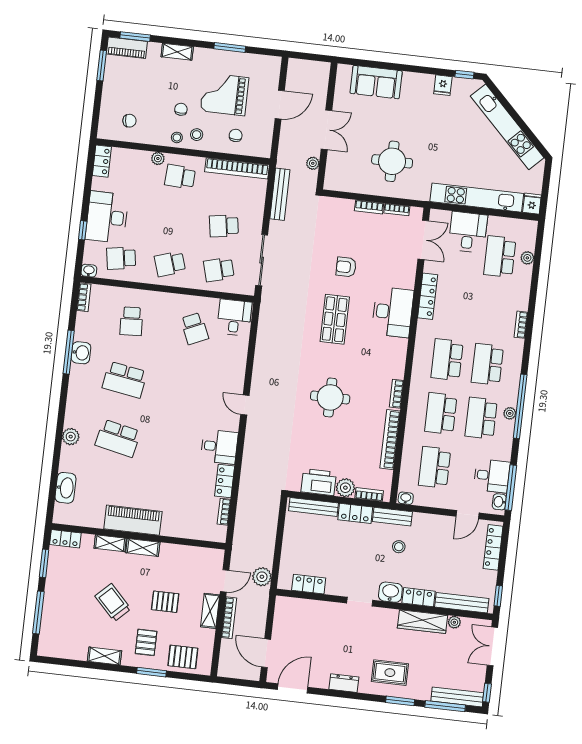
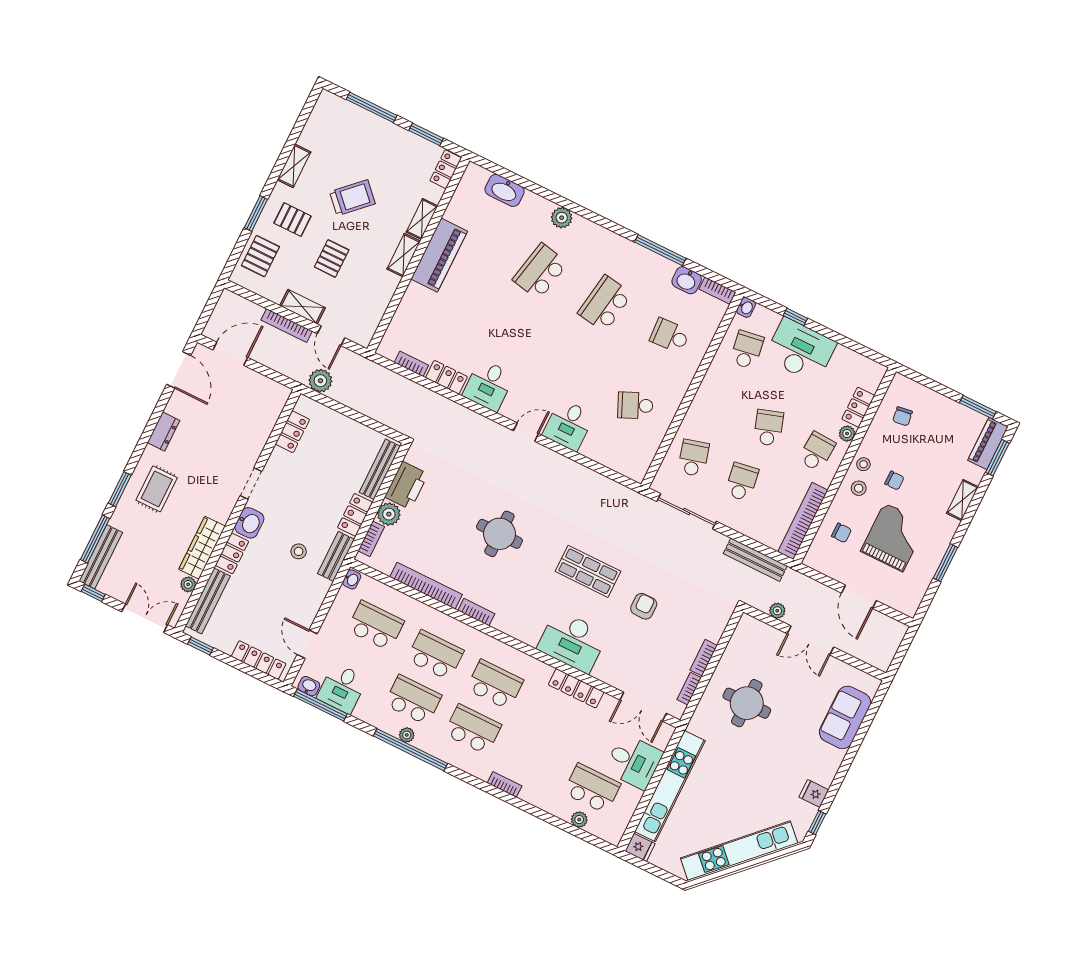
locker: (102, 161) -> (858, 407), moved, turned 90
school desk: (170, 264) -> (768, 428), moved
desk: (234, 318) -> (568, 425), moved, turned 90
washbasin: (81, 353) -> (687, 280), moved

